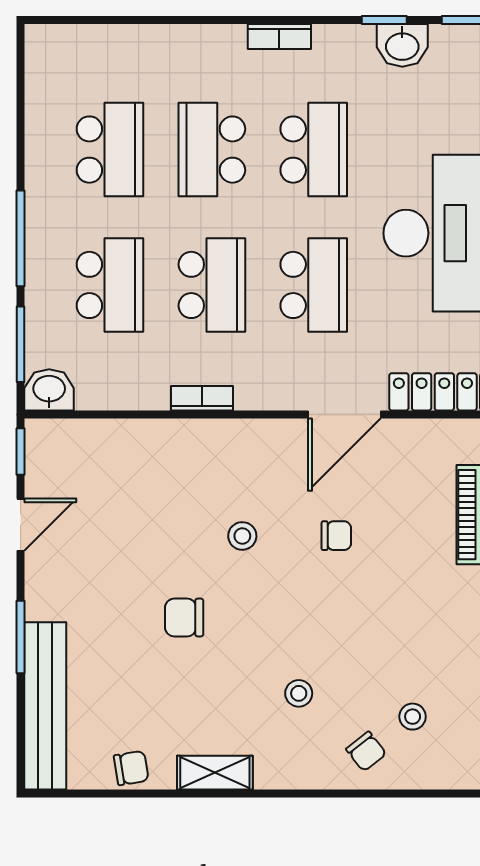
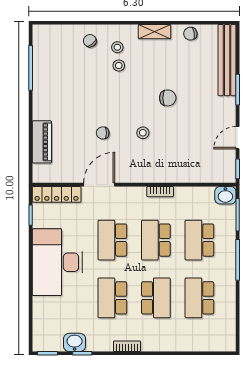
stool: (413, 717) -> (117, 47), moved

